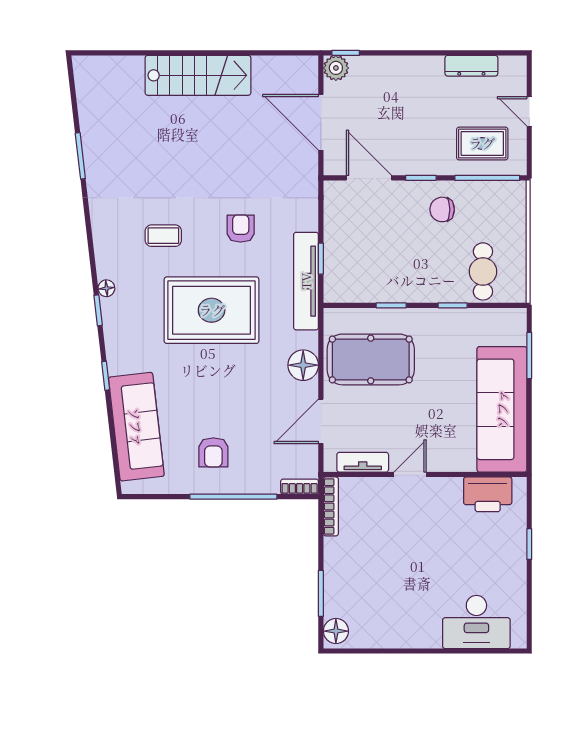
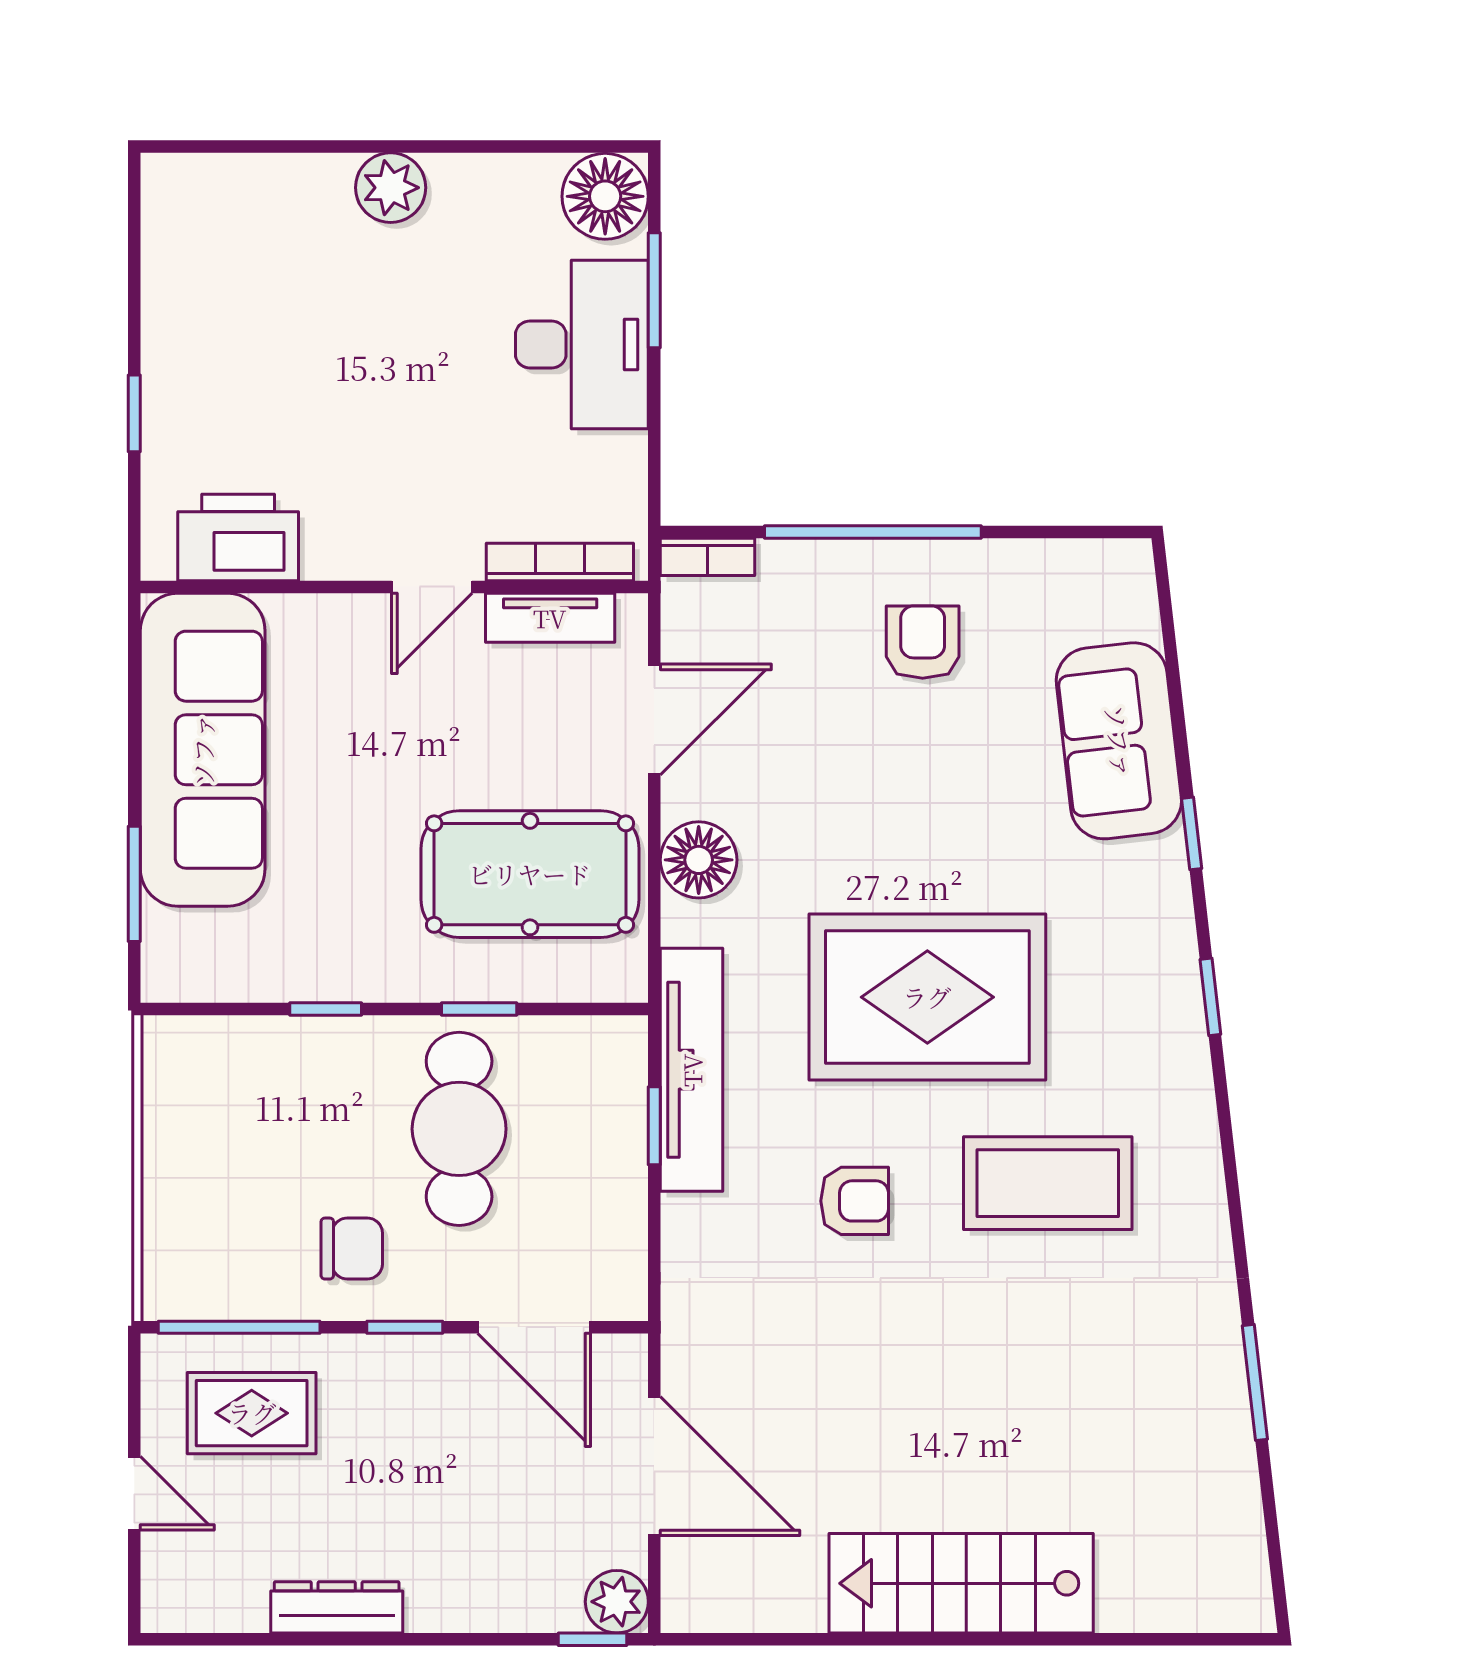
dresser: (471, 66) -> (337, 1607), moved
armchair: (241, 229) -> (855, 1201), turned -90
coffee table: (163, 236) -> (1048, 1183), width x1.86, depth x1.72
cafe table: (483, 271) -> (459, 1129), moved, width x1.37, depth x1.35
floor lamp: (106, 288) -> (1190, 1052), removed
sofa: (136, 427) -> (1119, 741), width x0.73
bookcase: (331, 506) -> (560, 562), moved, turned 90
desk: (476, 622) -> (582, 344), moved, turned 90
floor lamp: (336, 631) -> (605, 196), width x1.38, depth x1.38
plant: (427, 635) -> (391, 188), added

